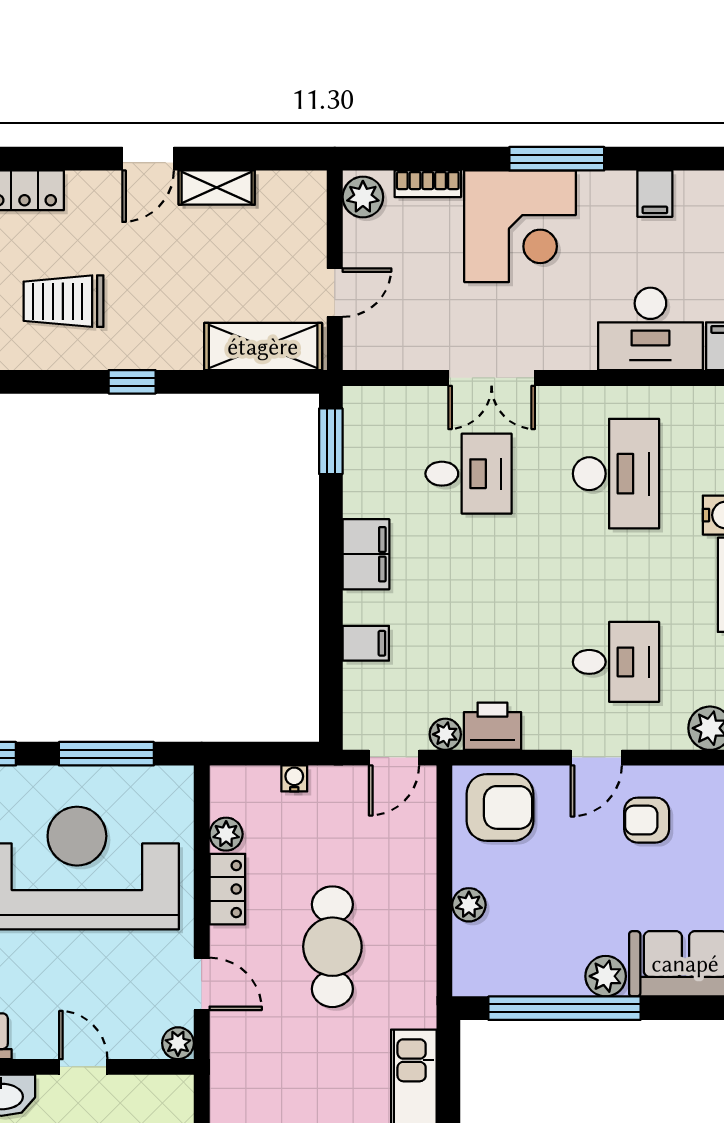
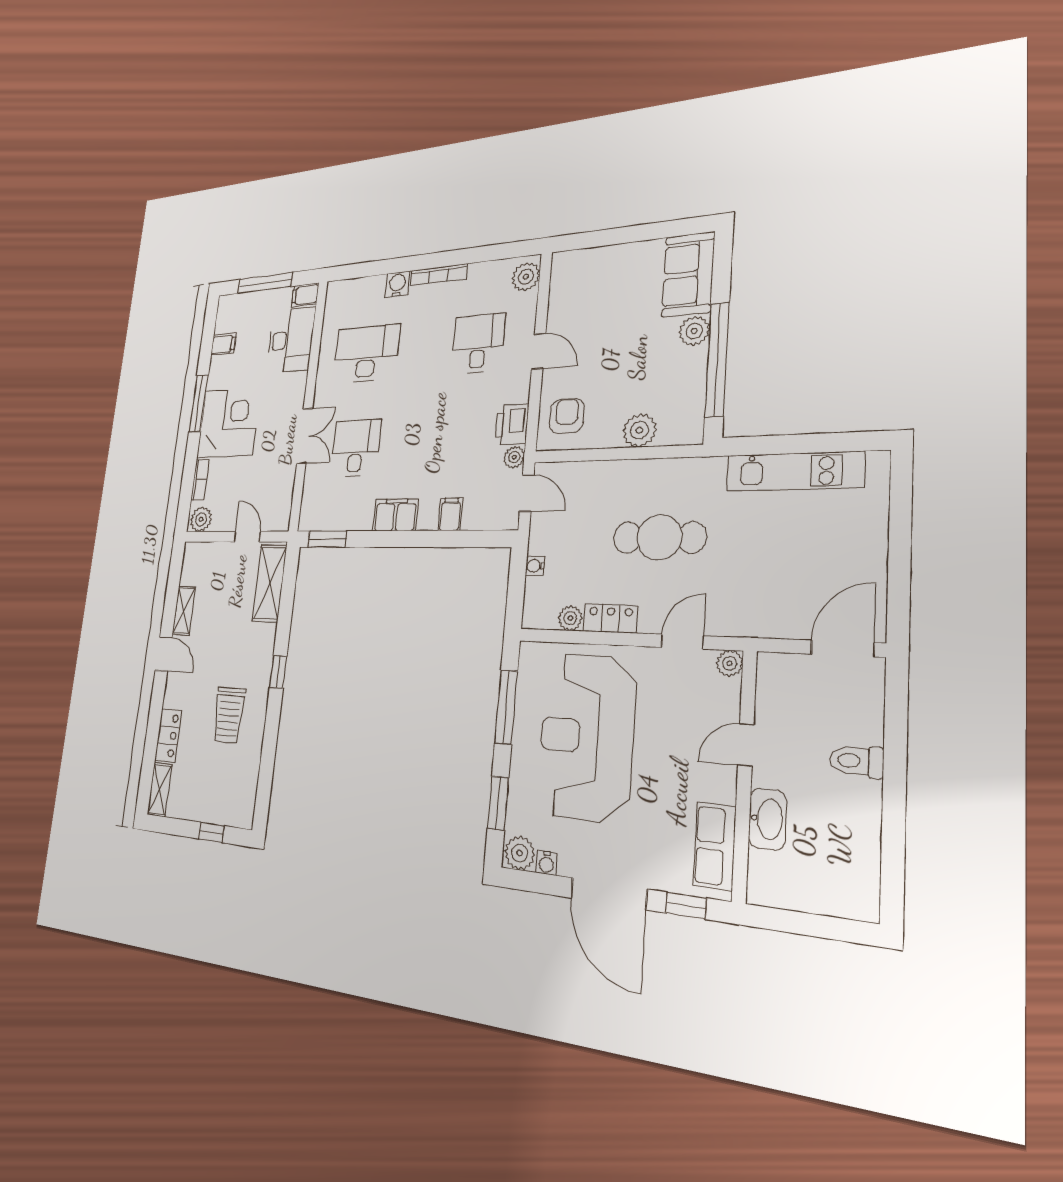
armchair: (500, 807) -> (567, 416), width x0.72, depth x0.72
armchair: (647, 820) -> (583, 313), removed
plant: (469, 905) -> (639, 430), width x1.38, depth x1.38

